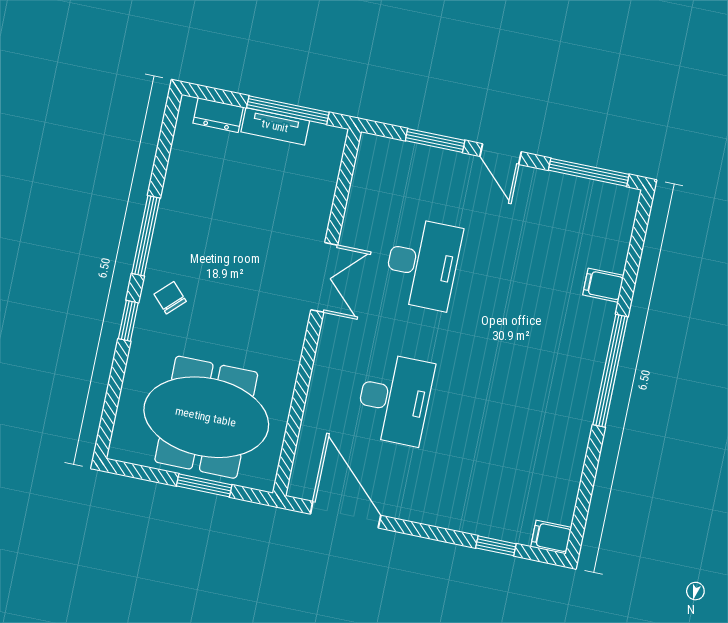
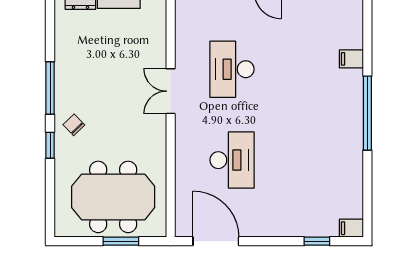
desk: (422, 264) -> (232, 69), turned 180
double door: (324, 277) -> (171, 91), swing flipped

